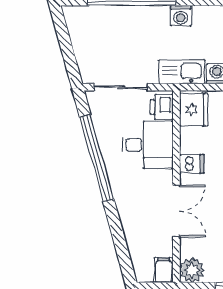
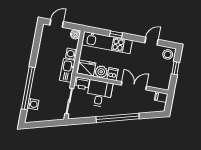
washing machine: (181, 16) -> (33, 104), moved
window: (97, 158) -> (118, 118), moved
plant: (192, 270) -> (101, 72), moved

